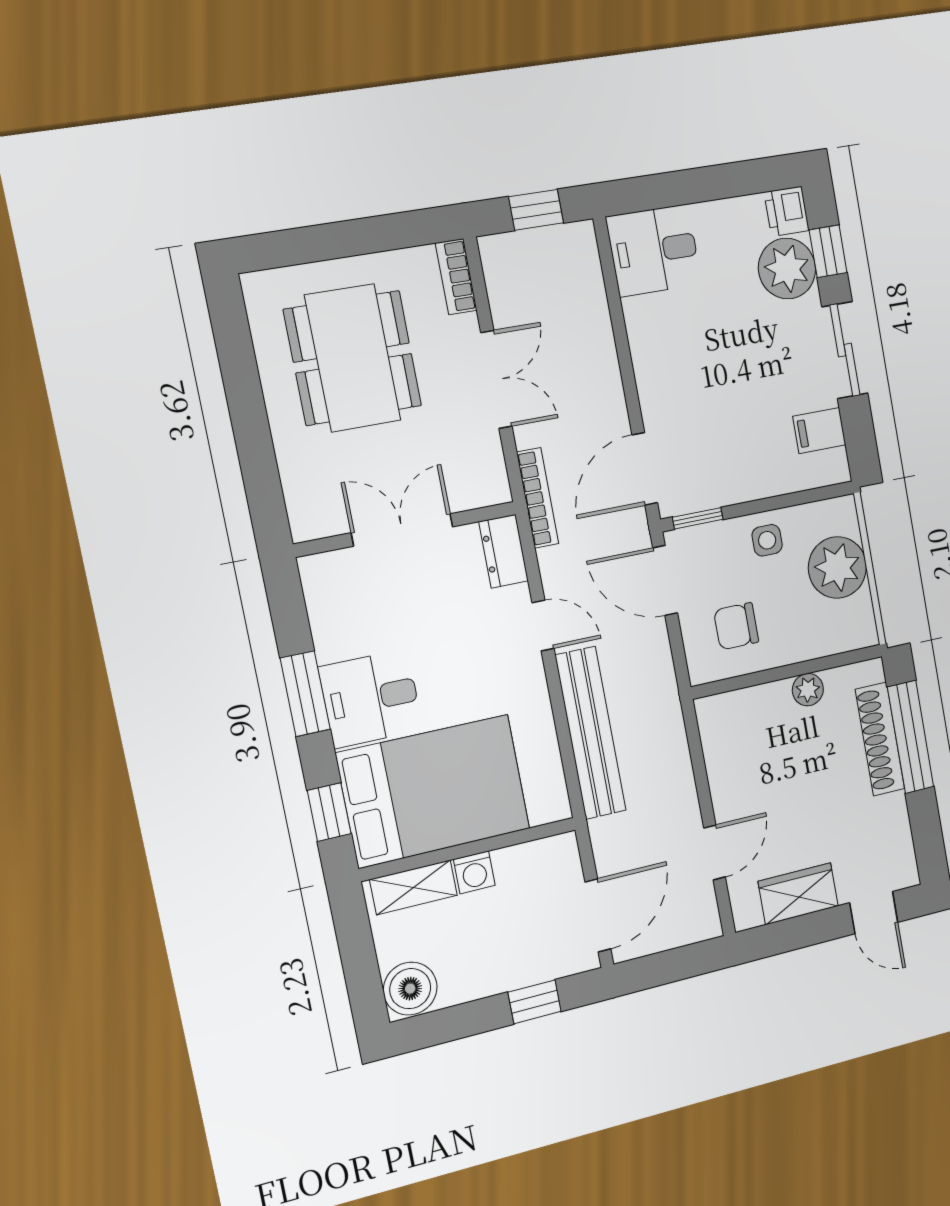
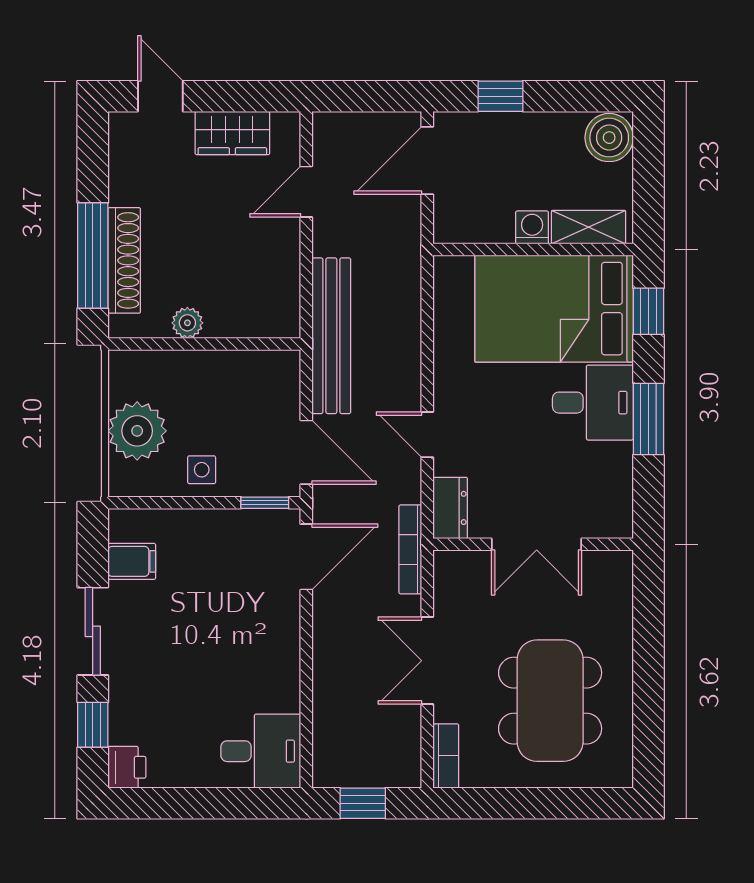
plant: (787, 269) -> (136, 715), removed
chair: (736, 626) -> (246, 396), removed
bench: (591, 733) -> (331, 336), moved

